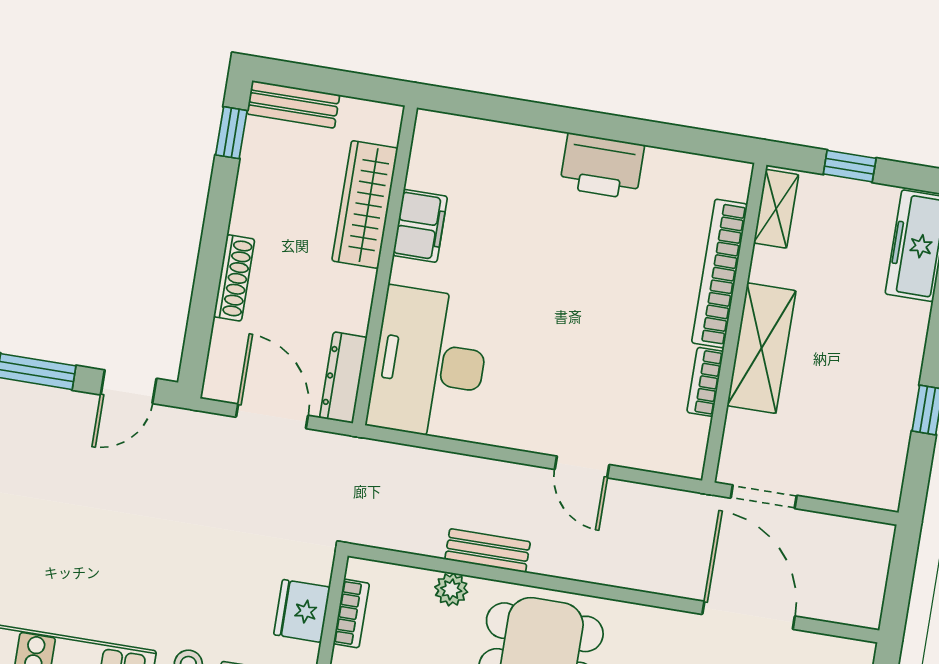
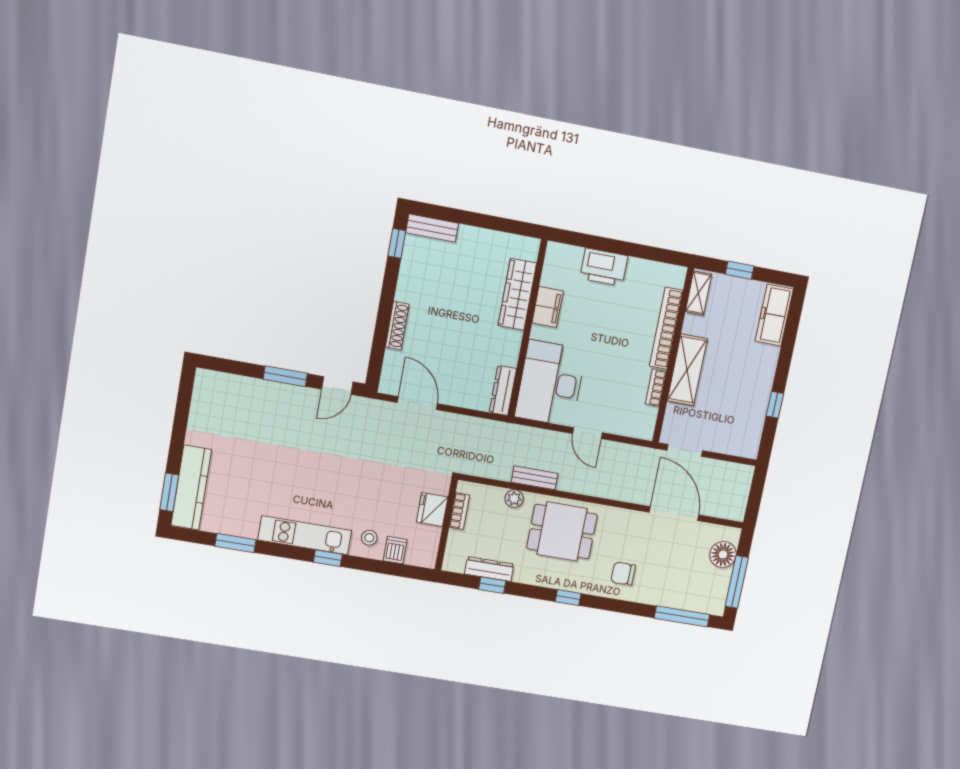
wardrobe: (365, 204) -> (517, 294), moved
filing cabinet: (420, 226) -> (548, 307), moved
wall: (385, 265) -> (528, 329), moved
desk: (429, 363) -> (550, 383), moved
dresser: (343, 378) -> (503, 390), moved

